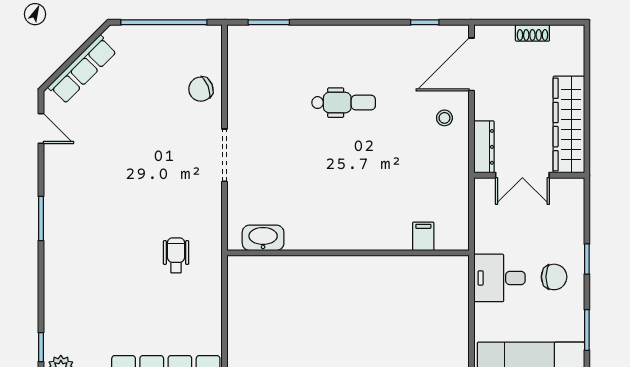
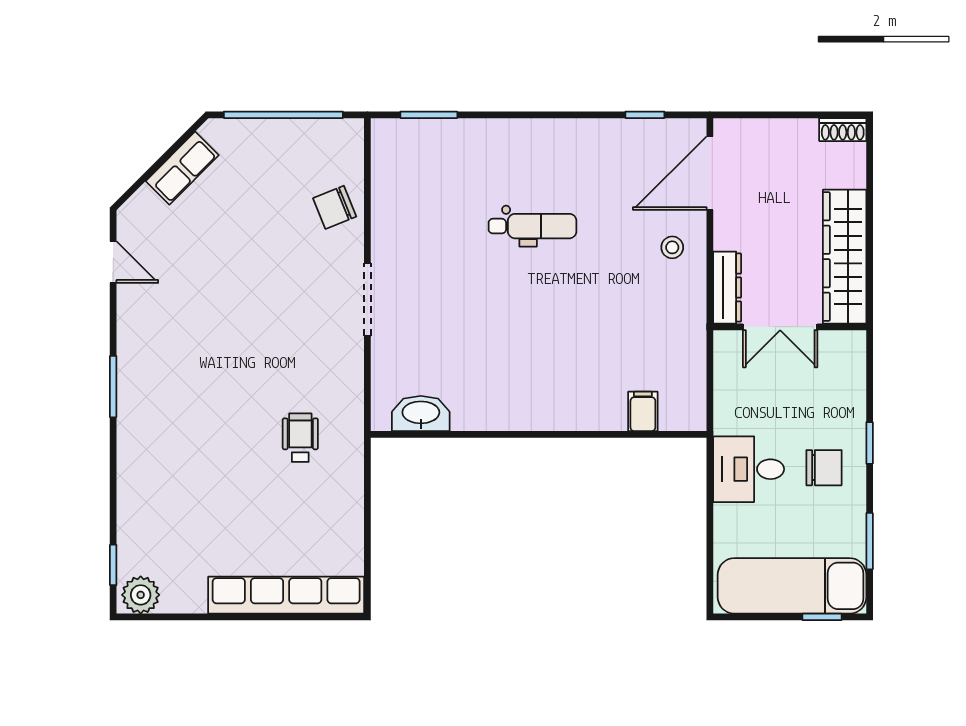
shoe rack: (532, 33) -> (843, 130), moved
row of seats: (82, 69) -> (182, 168), width x0.68

